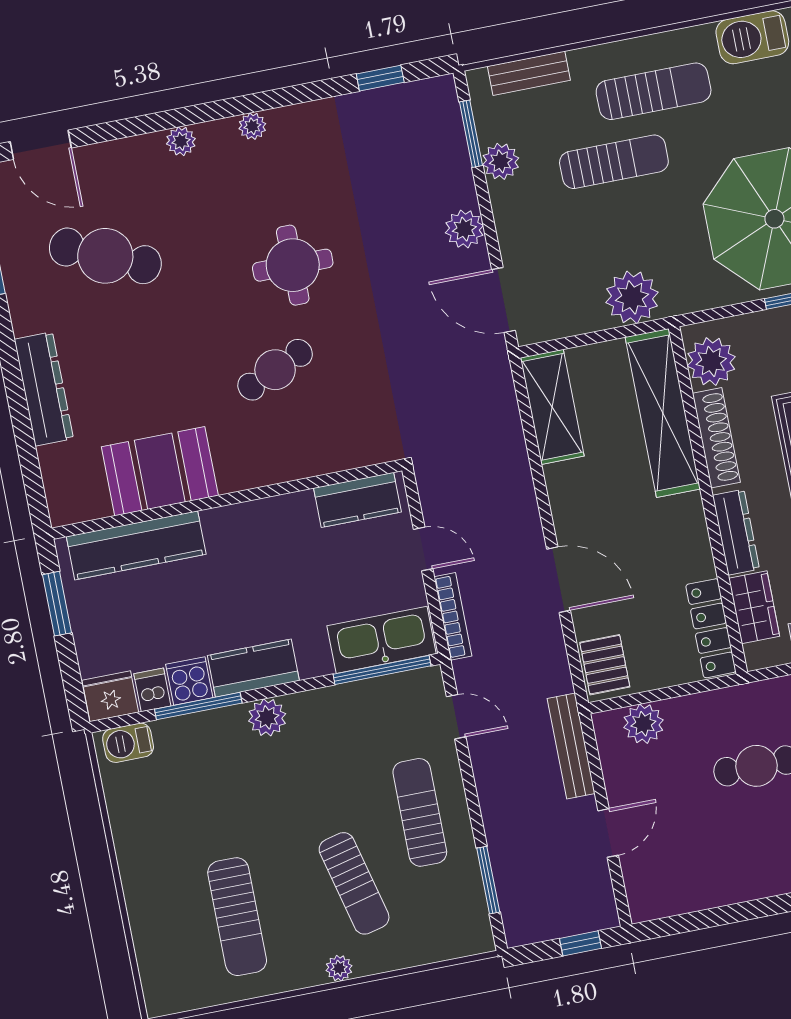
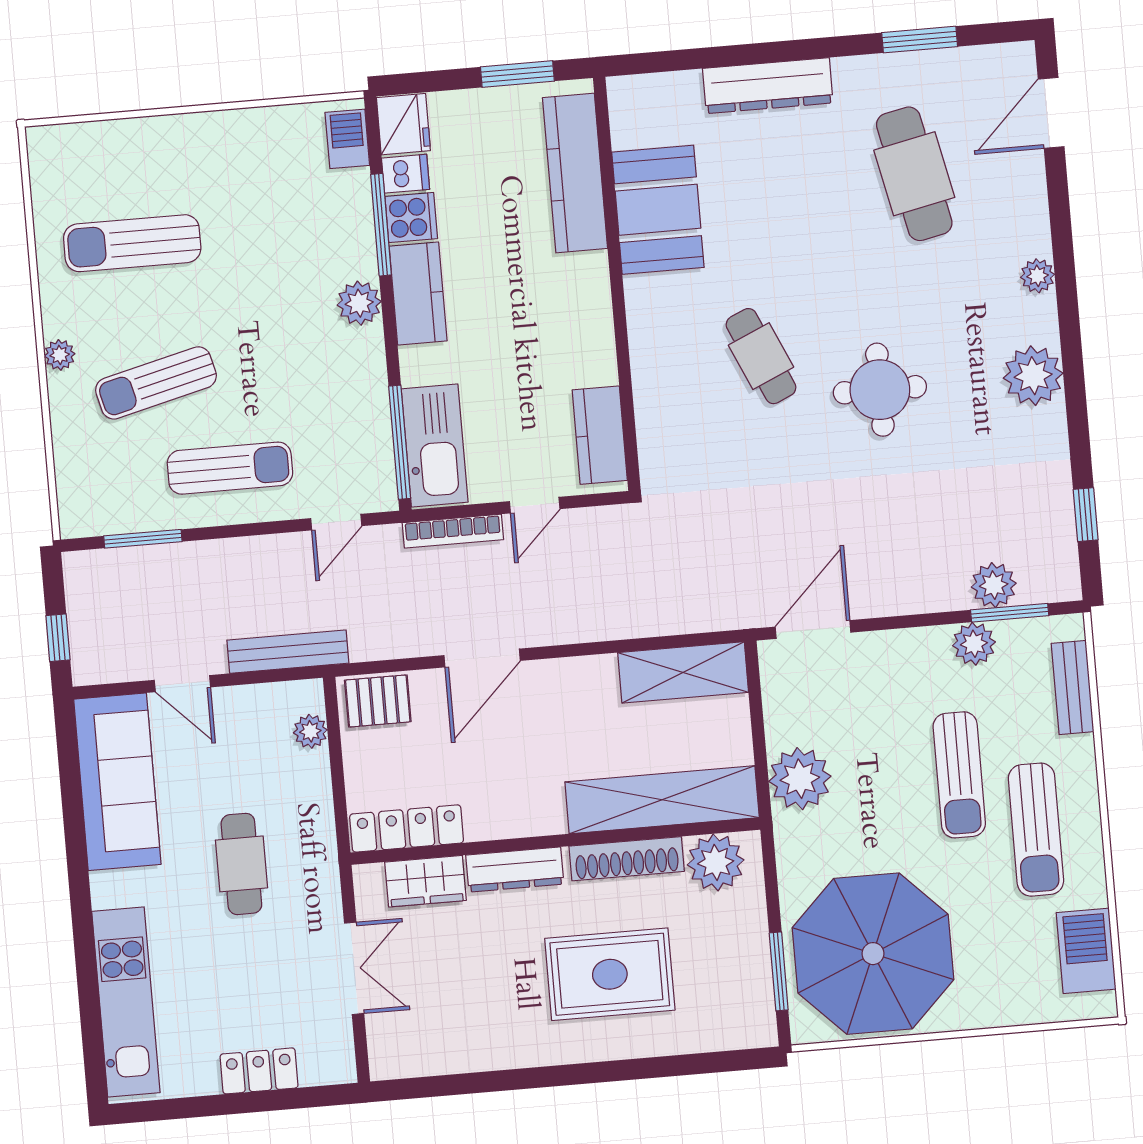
plant: (252, 126) -> (1033, 376), width x1.88, depth x1.88
plant: (464, 229) -> (994, 585), moved
cafe table: (105, 256) -> (914, 174), turned -36
plant: (643, 724) -> (310, 731), width x0.73, depth x0.73
sofa: (698, 879) -> (117, 782), added

